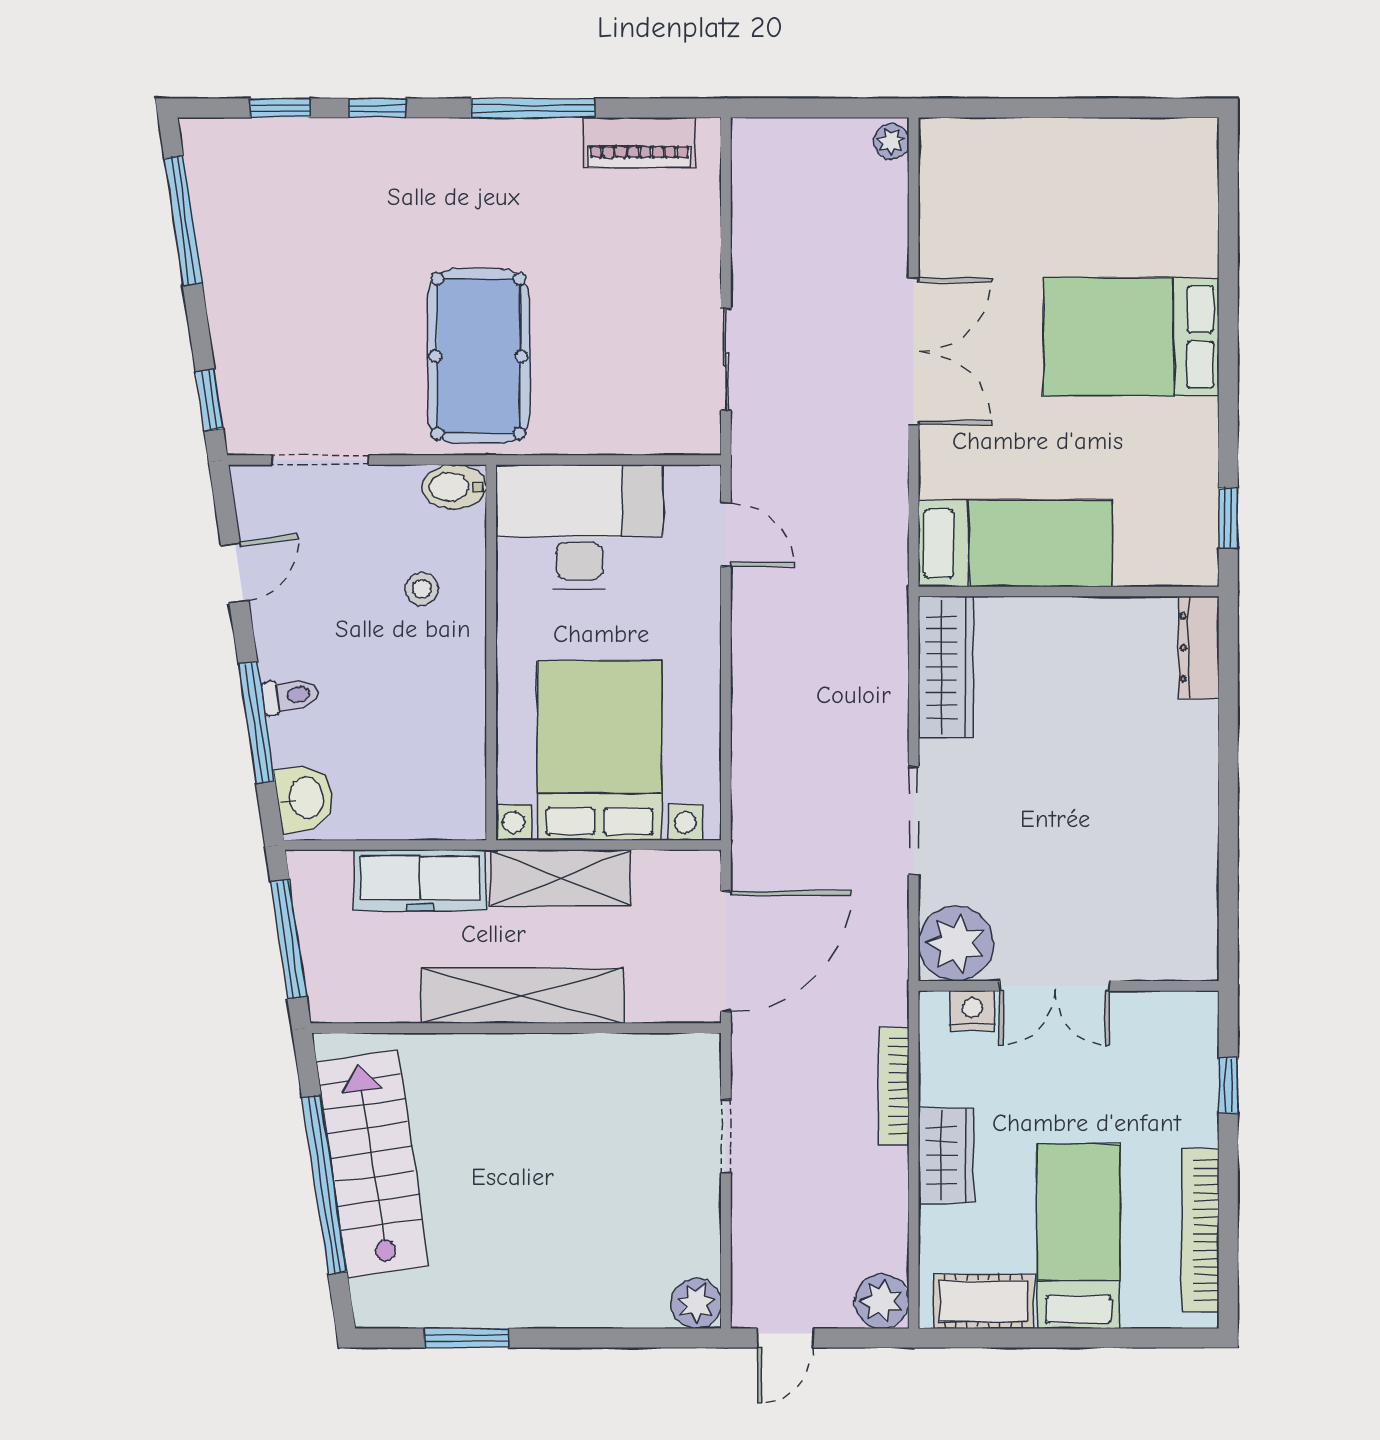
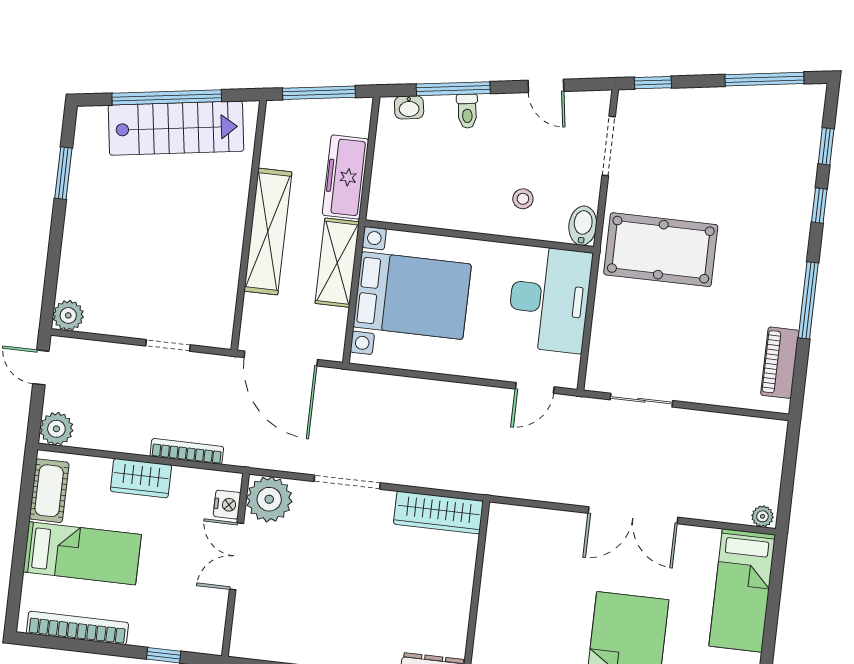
bed: (1015, 543) -> (742, 590), moved
washbasin: (305, 798) -> (409, 107), width x0.72, depth x0.69

